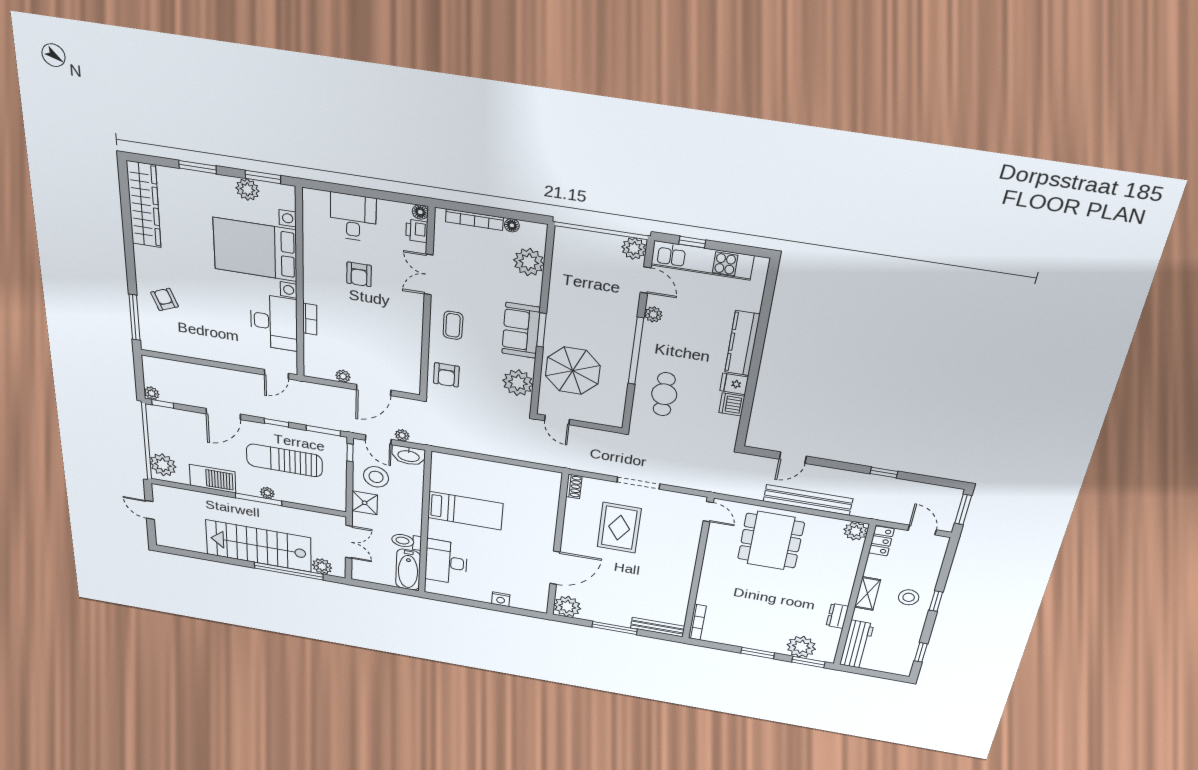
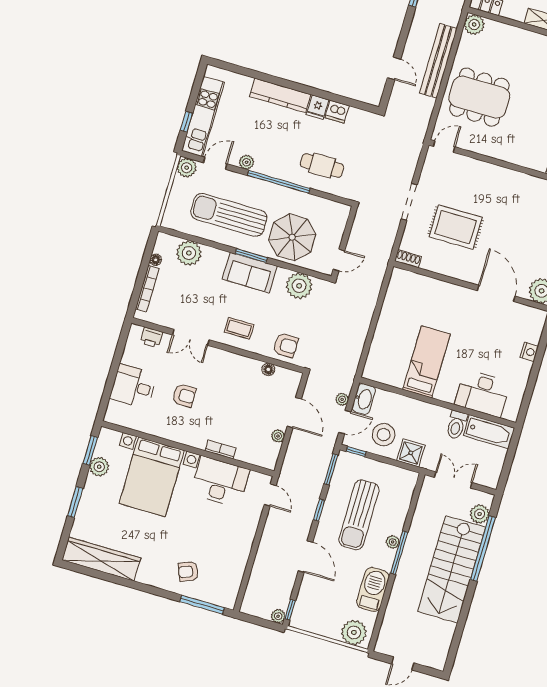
floor lamp: (420, 212) -> (268, 369), moved
sun lounger: (585, 301) -> (229, 215), added

